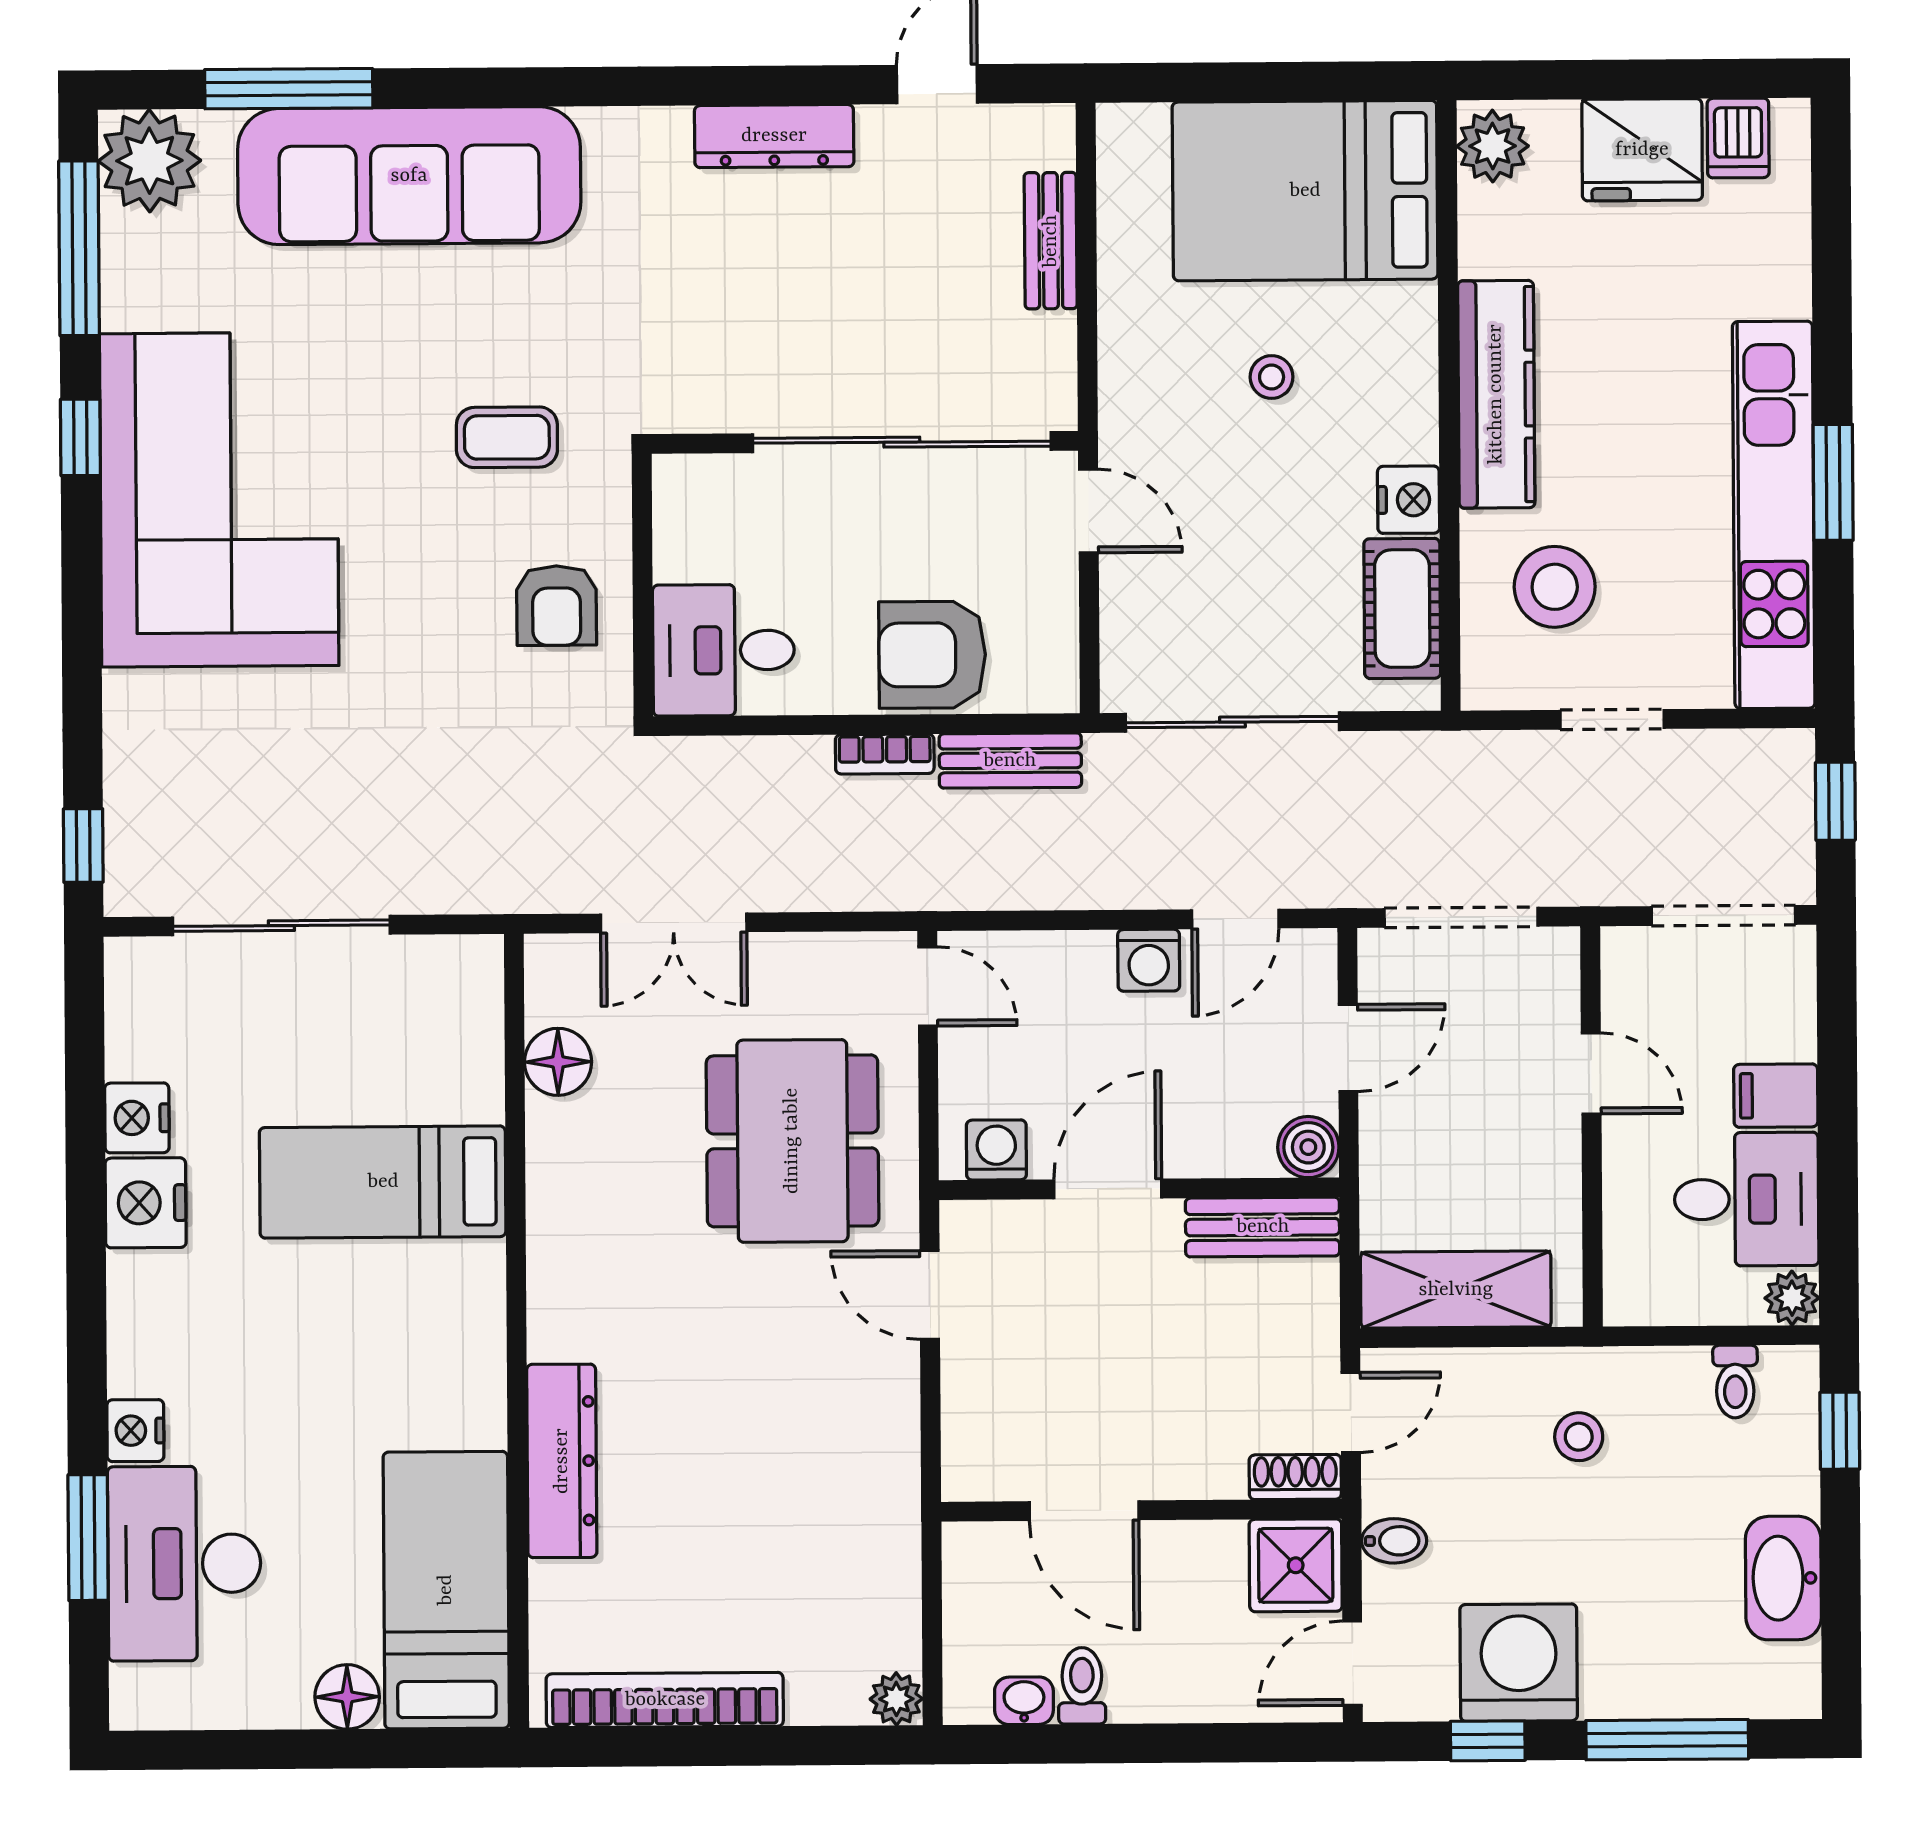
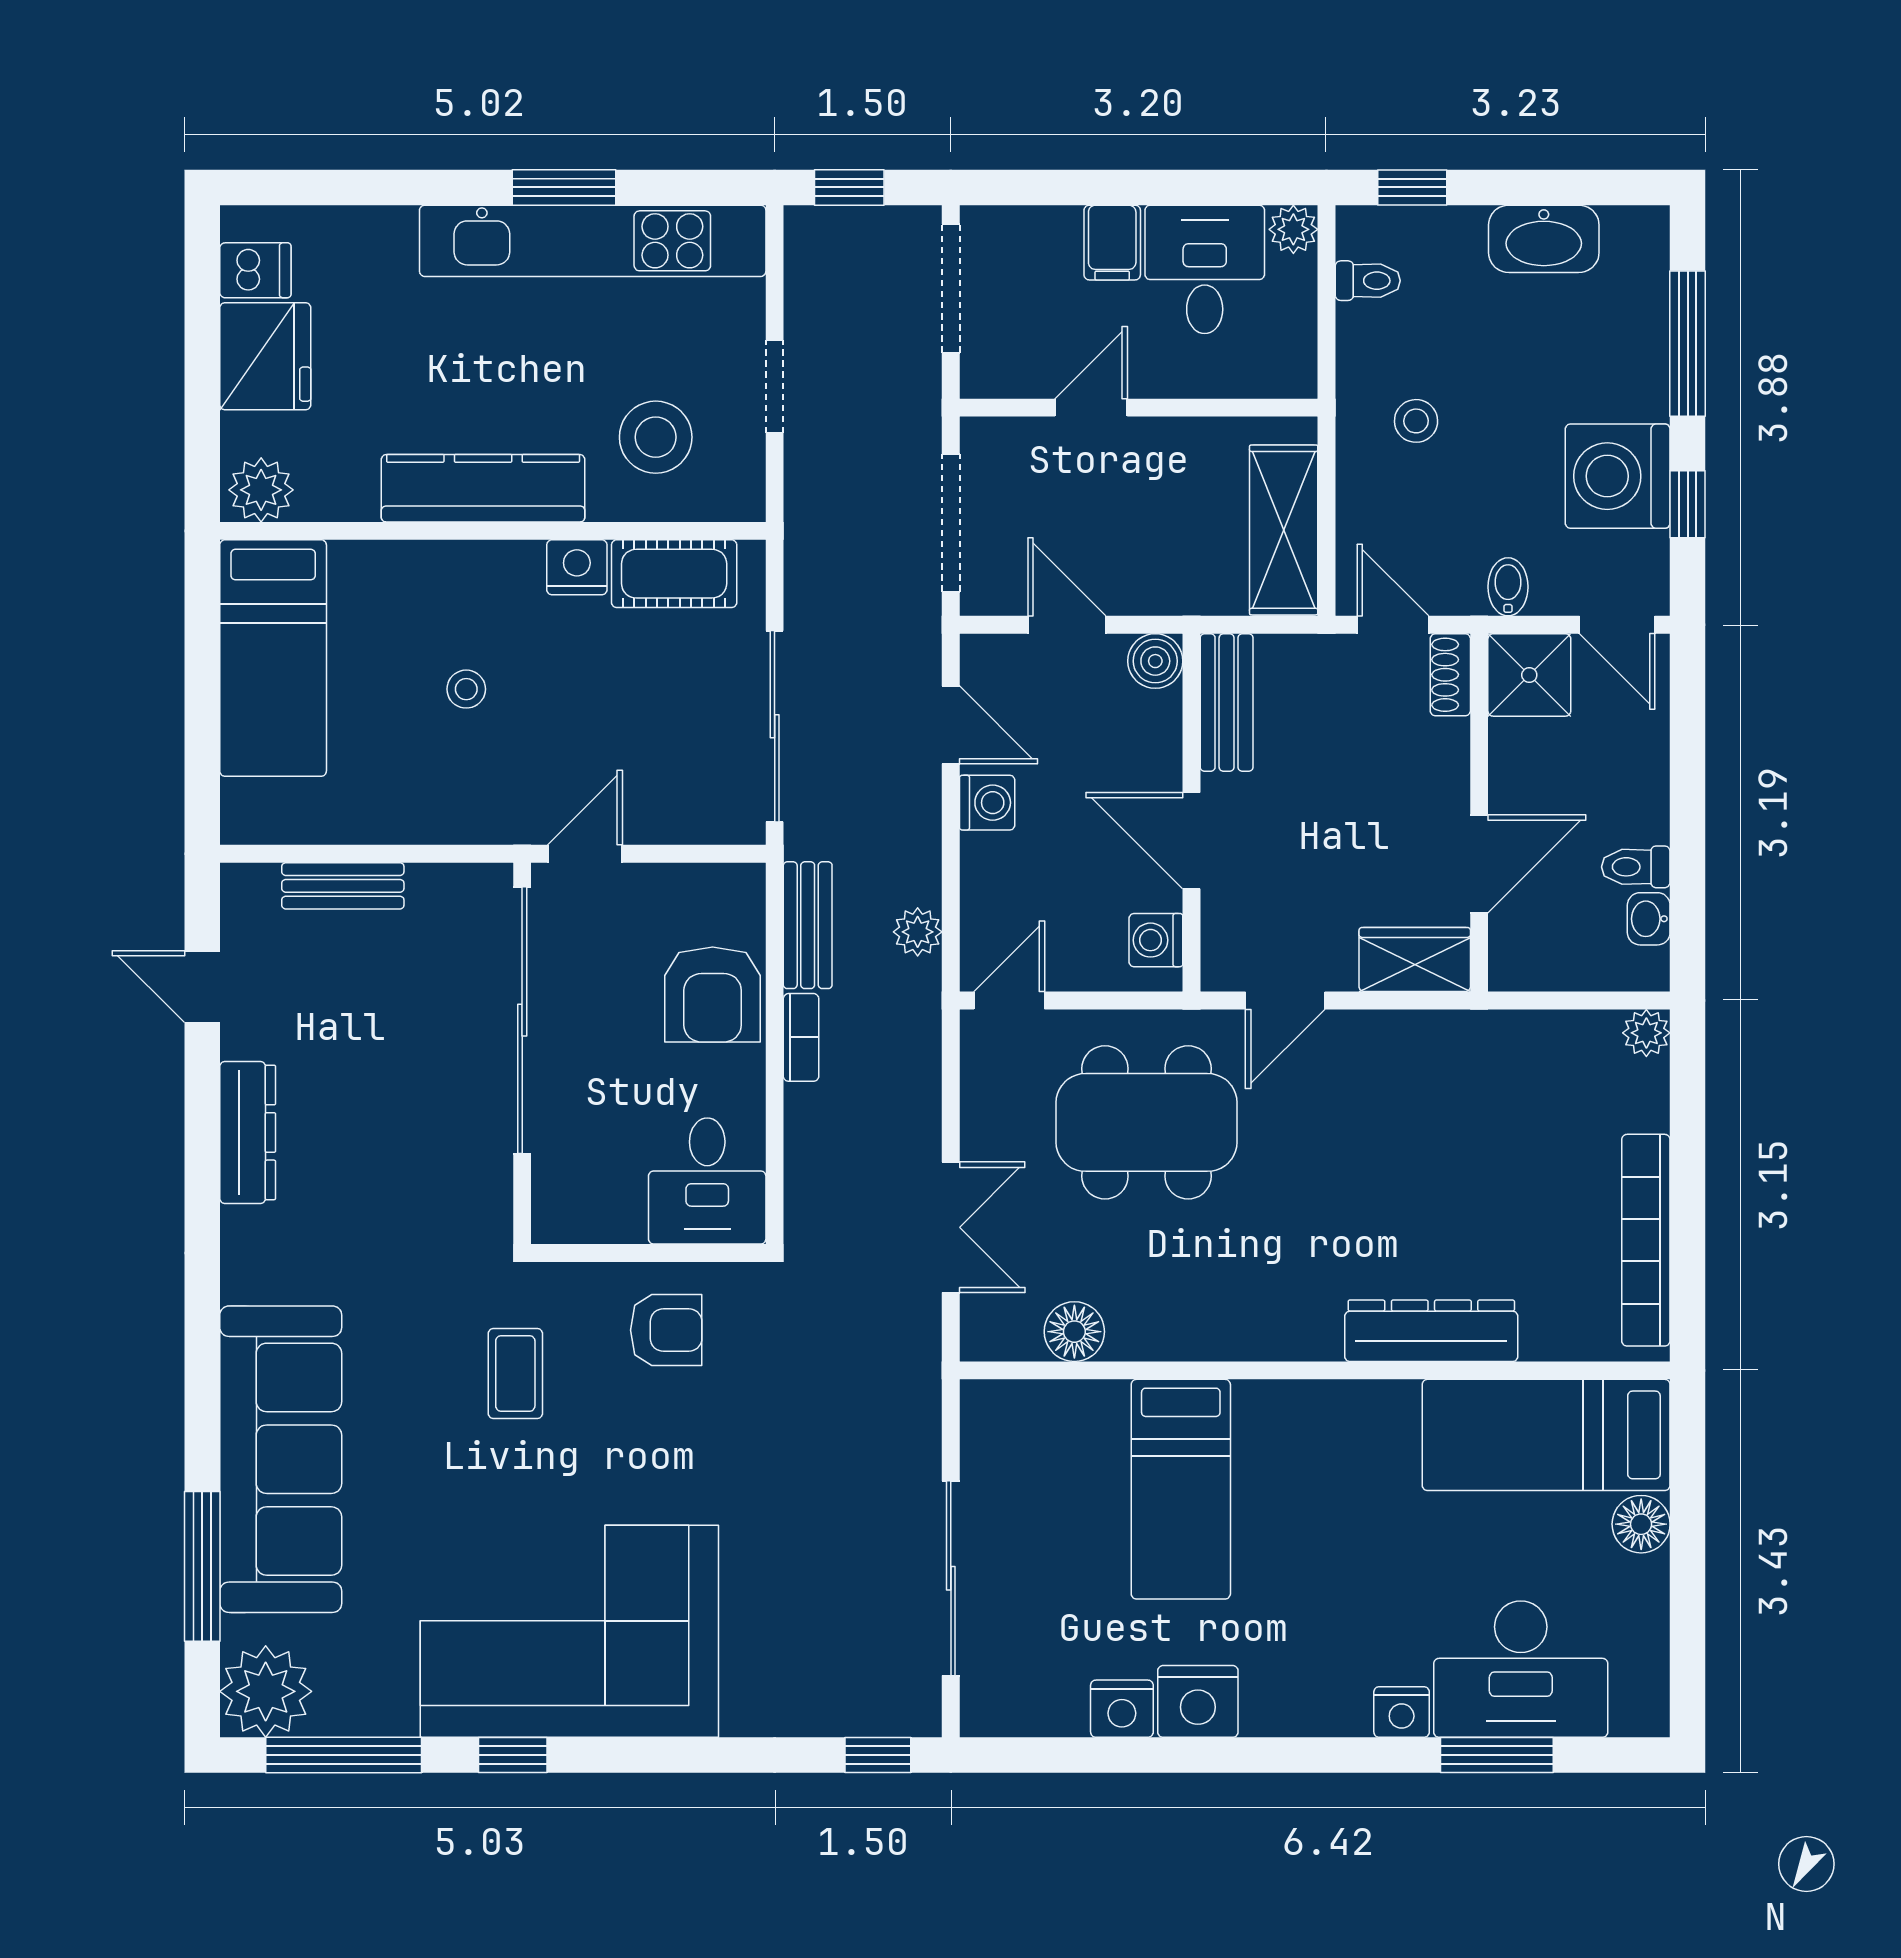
bed: (1305, 191) -> (273, 658), width x0.67
plant: (1004, 883) -> (918, 932), added
wardrobe: (977, 1439) -> (1415, 960), added

